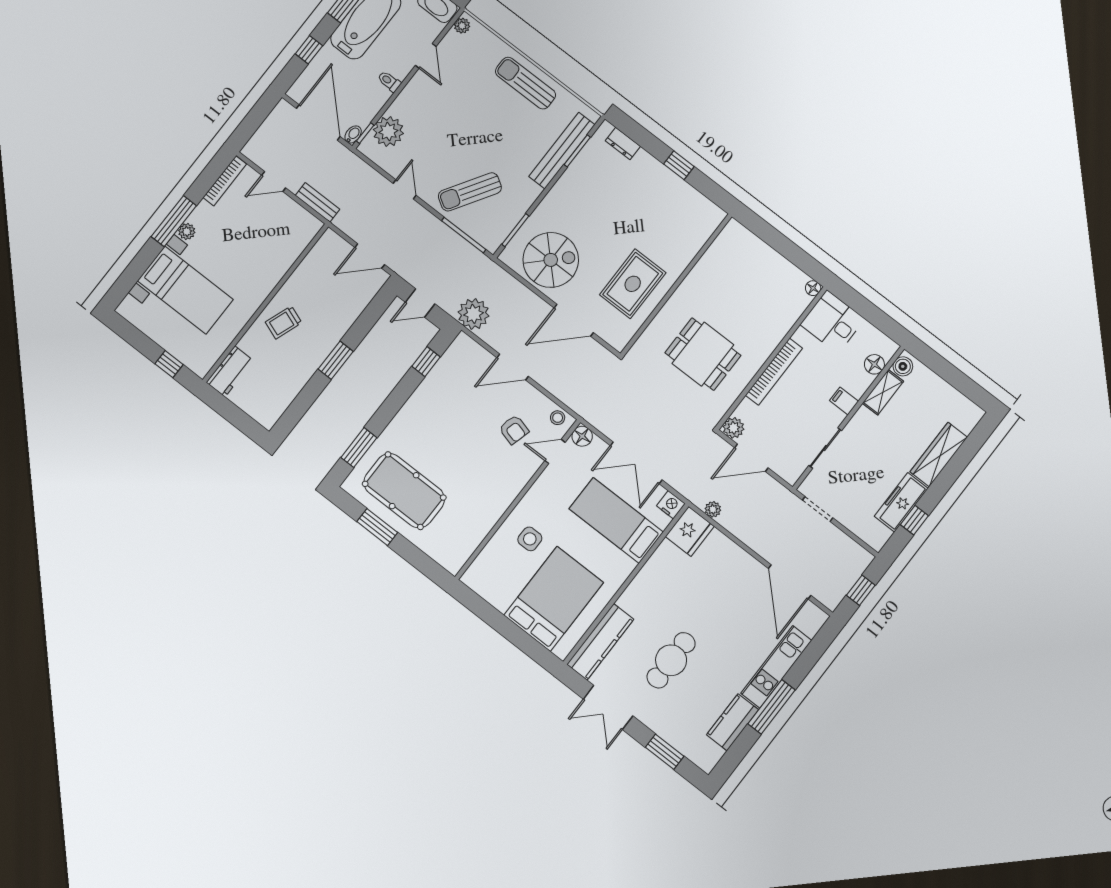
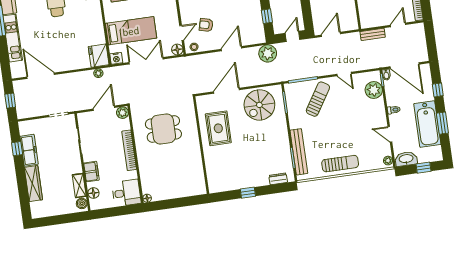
filing cabinet: (844, 401) -> (91, 172), width x2.00

